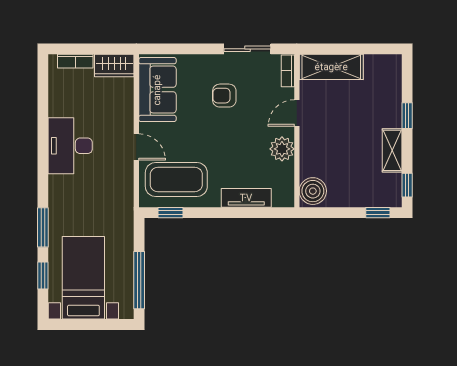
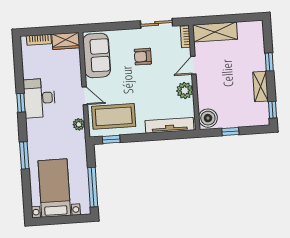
plant: (125, 188) -> (79, 124), added
tv unit: (246, 198) -> (170, 125), width x1.41
window: (378, 213) -> (230, 131), moved
window: (43, 276) -> (21, 103), moved

